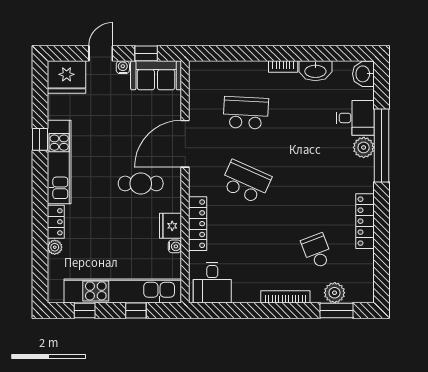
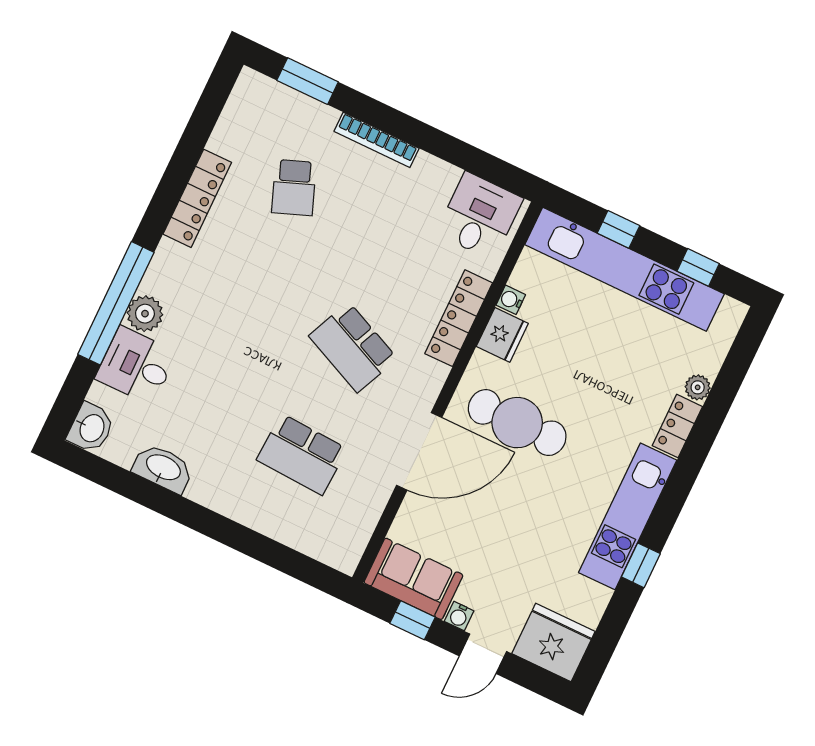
bookcase: (283, 67) -> (210, 499), removed
cafe table: (141, 183) -> (517, 423), width x1.37, depth x1.35
plant: (335, 293) -> (298, 110), removed

